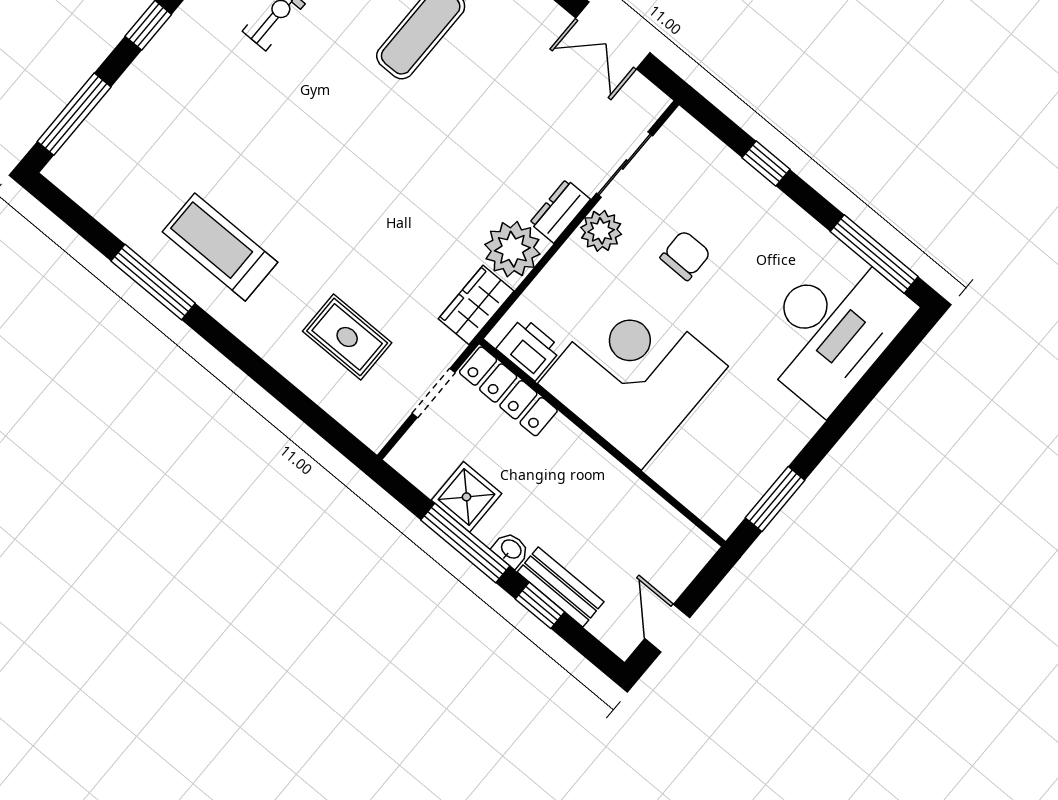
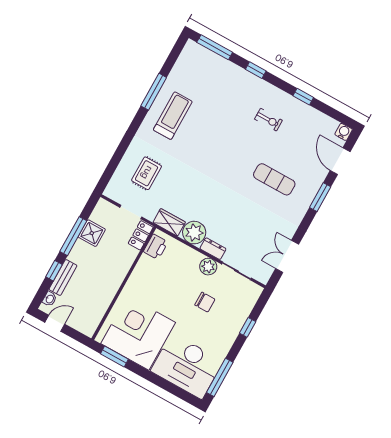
corner desk: (633, 375) -> (138, 333), moved, turned -90
locker: (508, 391) -> (141, 235), width x0.66
washbasin: (511, 550) -> (50, 299), moved

